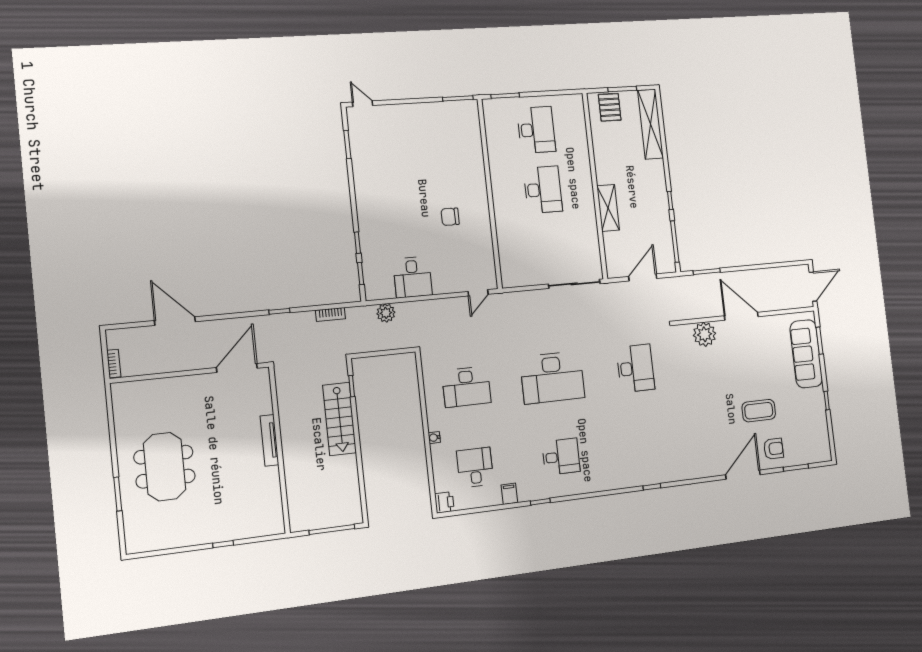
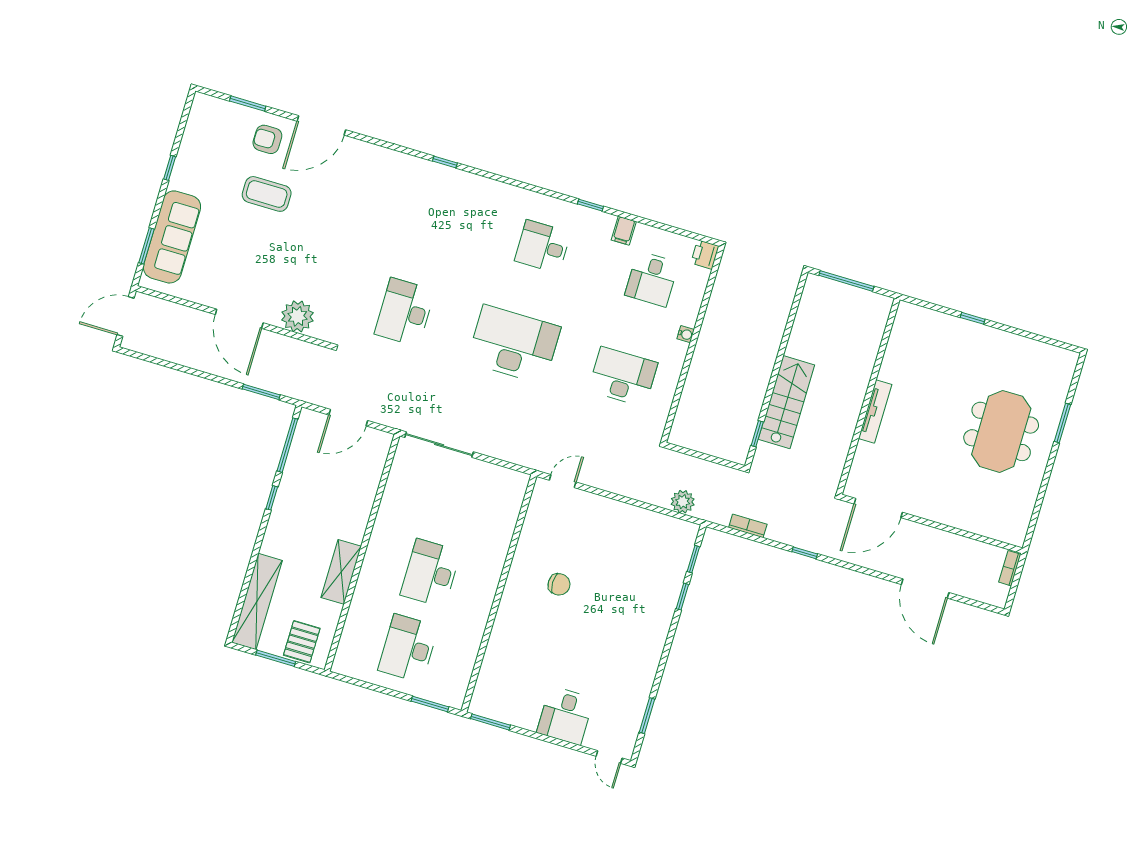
shelving: (608, 208) -> (341, 572), moved
desk: (413, 277) -> (565, 716), moved, turned 180

